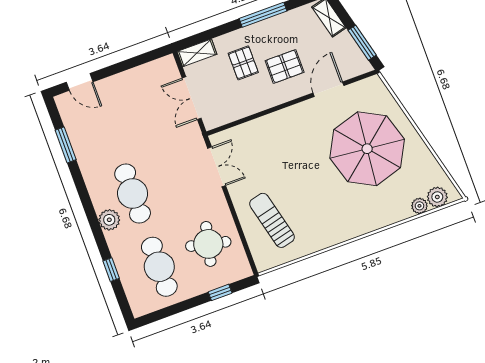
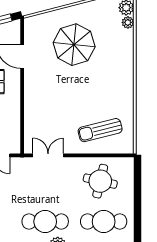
parasol: (367, 149) -> (74, 45), width x0.73, depth x0.73
window: (220, 292) -> (137, 185), removed

